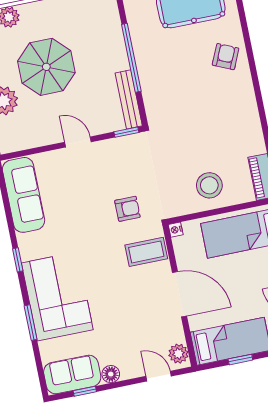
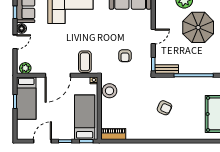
armchair: (226, 57) -> (164, 108), moved
bench: (129, 99) -> (167, 69), width x0.73
stool: (209, 185) -> (110, 91), moved
armchair: (127, 209) -> (125, 56), moved
door: (159, 376) -> (15, 42), moved

